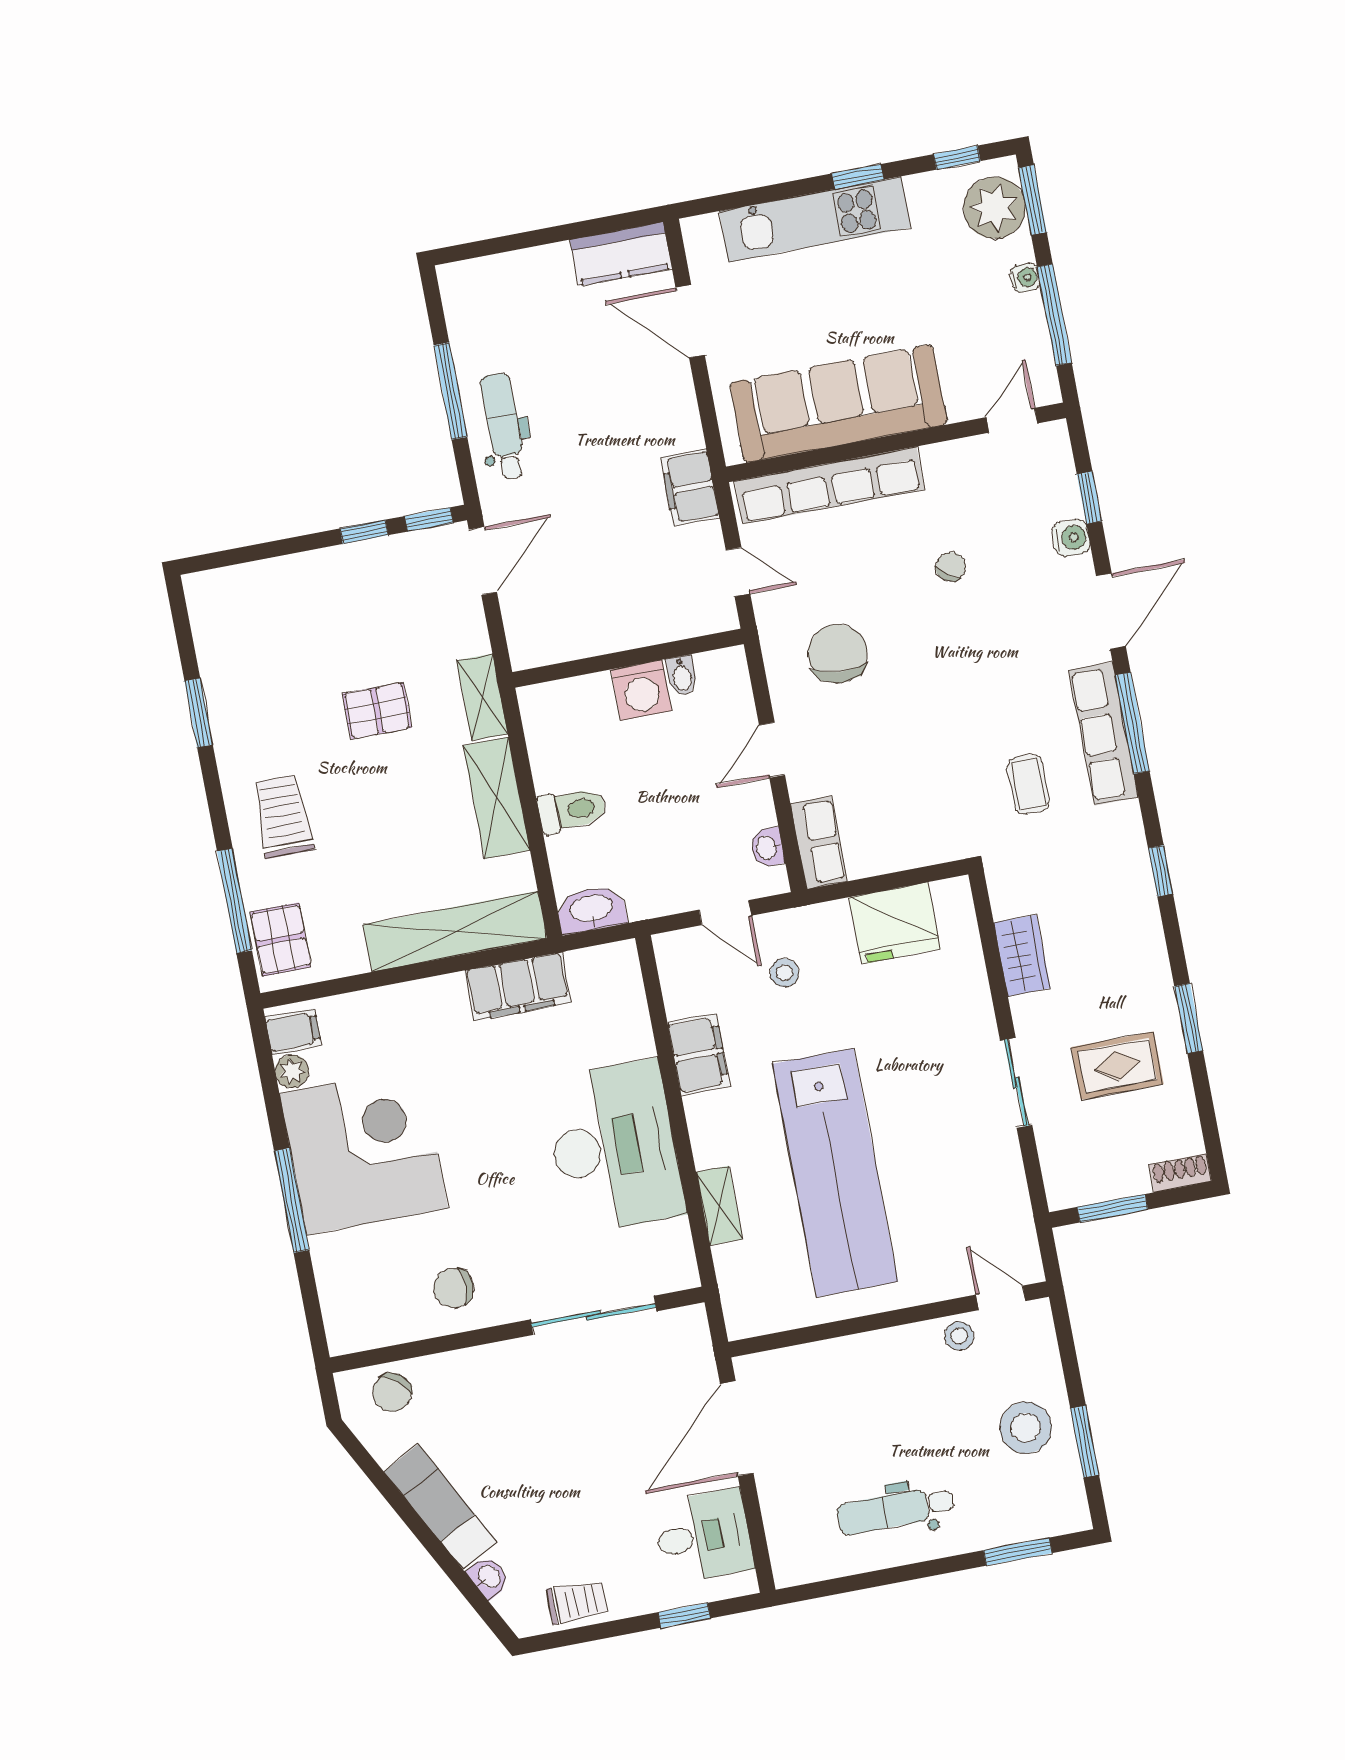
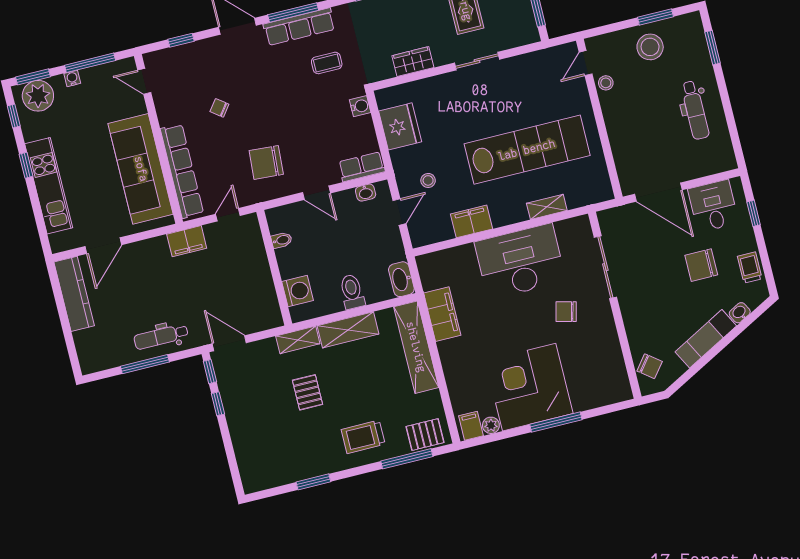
kitchen counter: (621, 254) -> (74, 294), width x1.50
water cooler: (1071, 538) -> (360, 106), moved, turned 90
washing machine: (641, 690) -> (298, 291), moved
chair: (454, 1288) -> (566, 312), moved, turned 104
chair: (587, 1506) -> (701, 265), added

